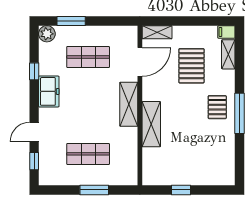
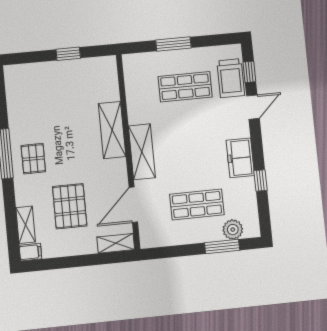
plant: (47, 34) -> (233, 230), moved
trolley: (50, 157) -> (231, 78), added

